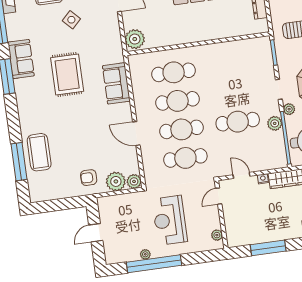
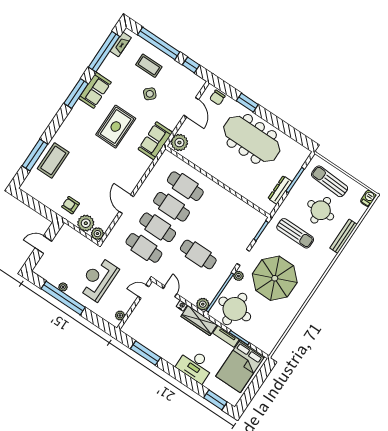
sofa: (116, 83) -> (155, 141), moved
plant: (275, 123) -> (203, 304), moved

